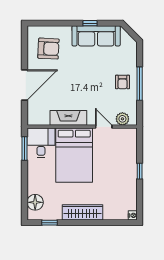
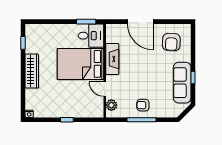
door: (104, 127) -> (105, 89), swing flipped
floor lamp: (35, 202) -> (40, 31), removed

